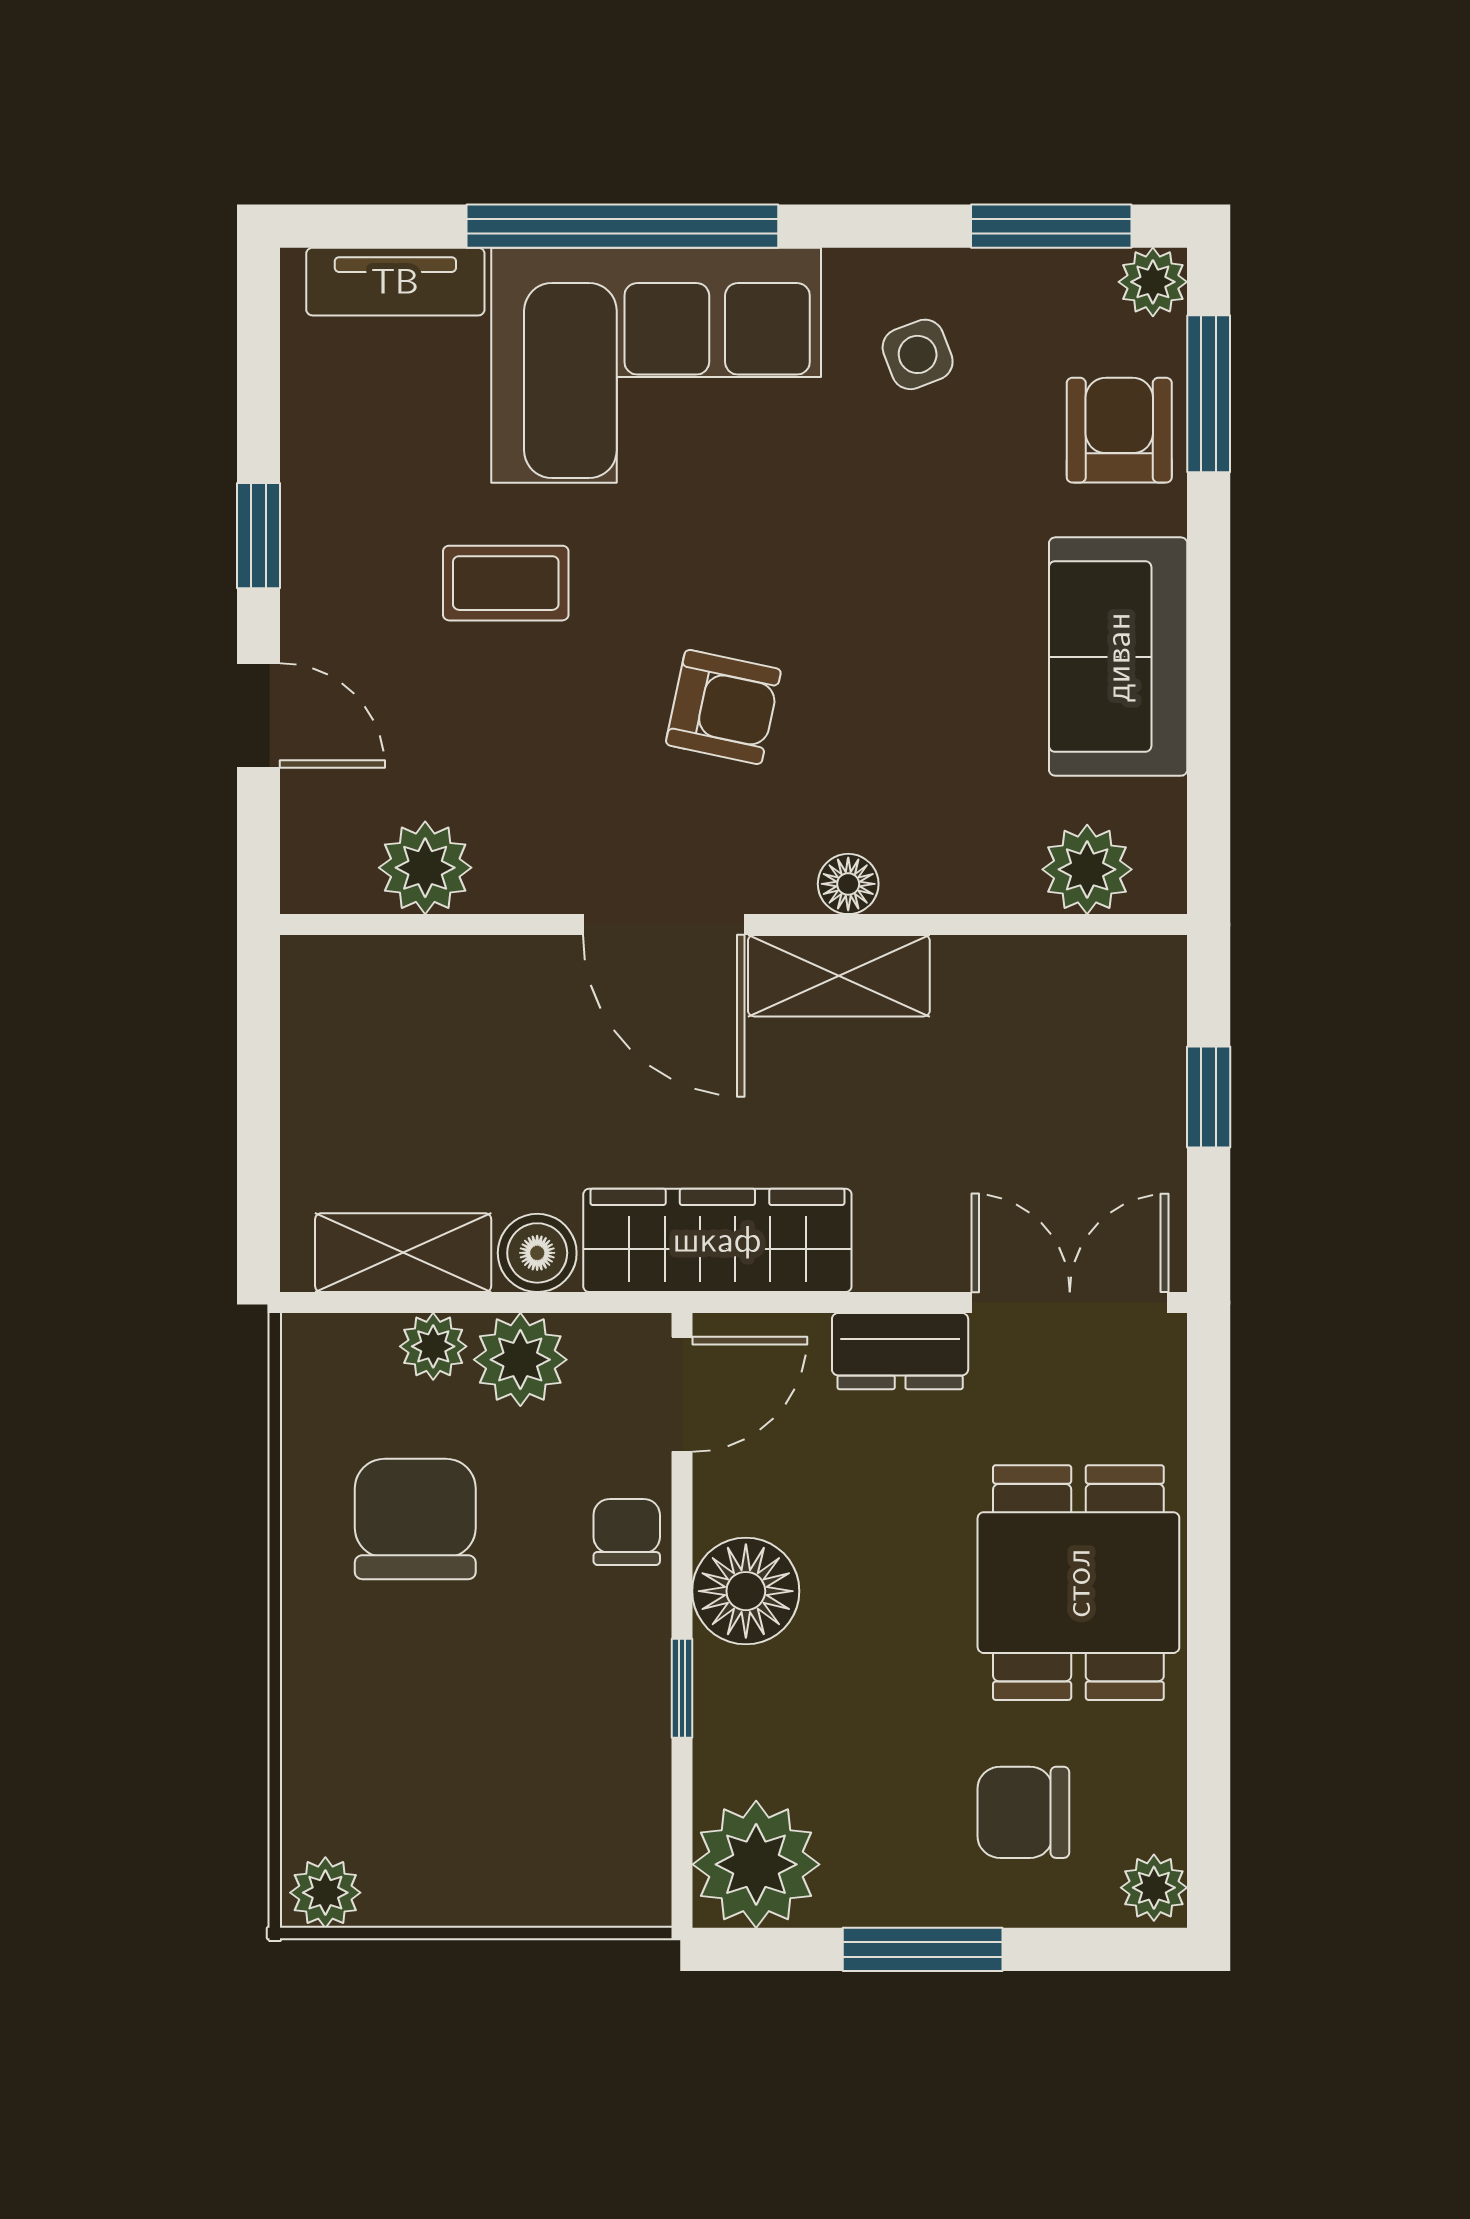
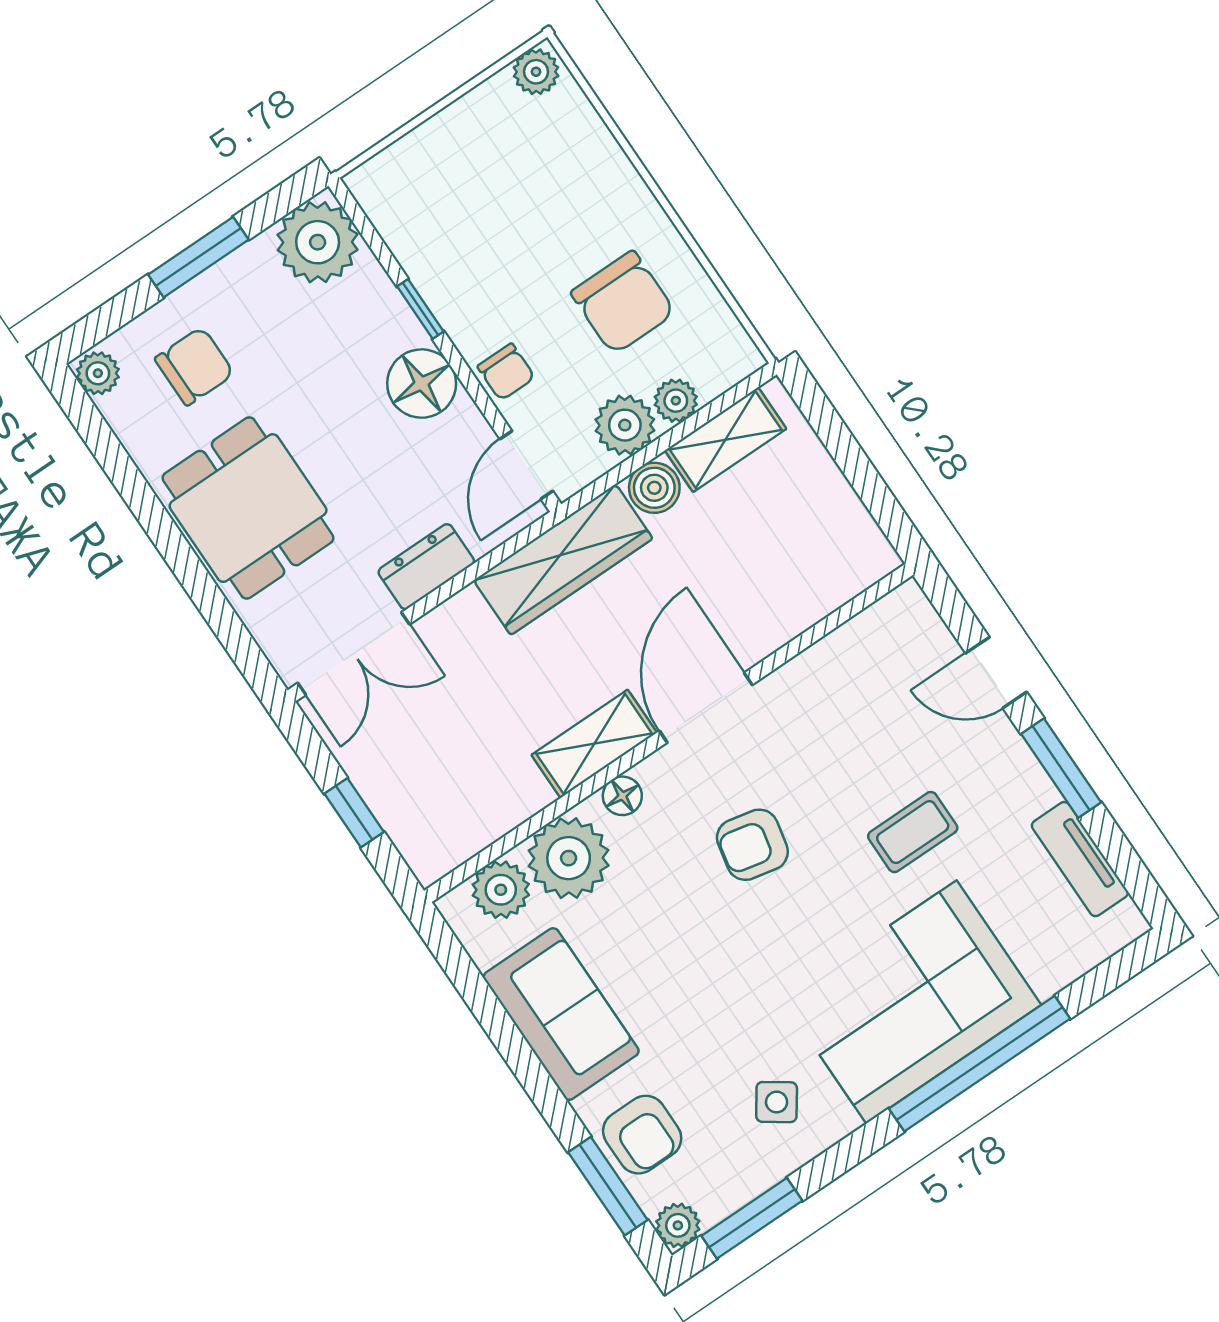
tv unit: (395, 282) -> (1080, 859), moved, turned -90
side table: (918, 354) -> (777, 1102), turned -34
window: (258, 536) -> (1061, 768), width x1.50
plant: (425, 868) -> (569, 858), moved, width x1.36, depth x1.36
door: (664, 925) -> (706, 708), hinge flipped

